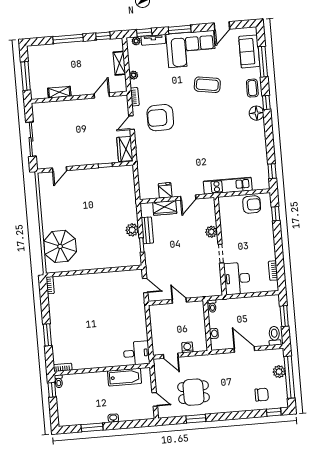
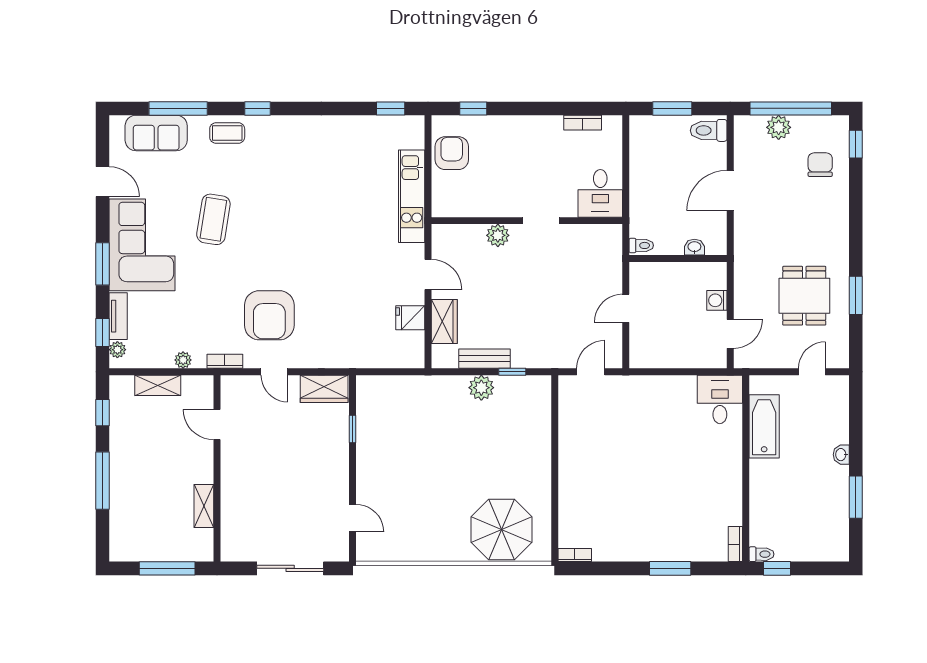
floor lamp: (256, 113) -> (276, 129), removed
desk: (237, 278) -> (600, 193), width x0.73

